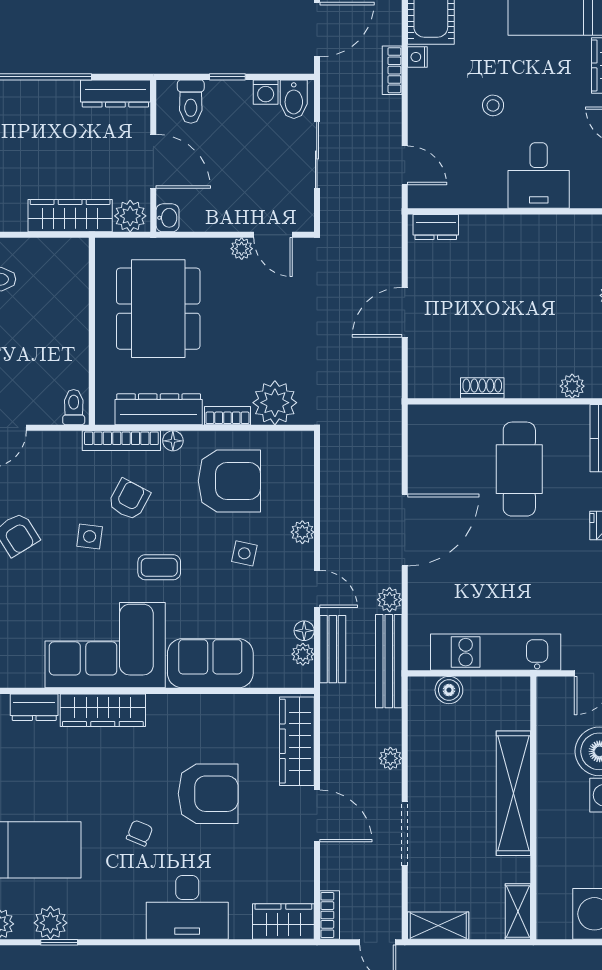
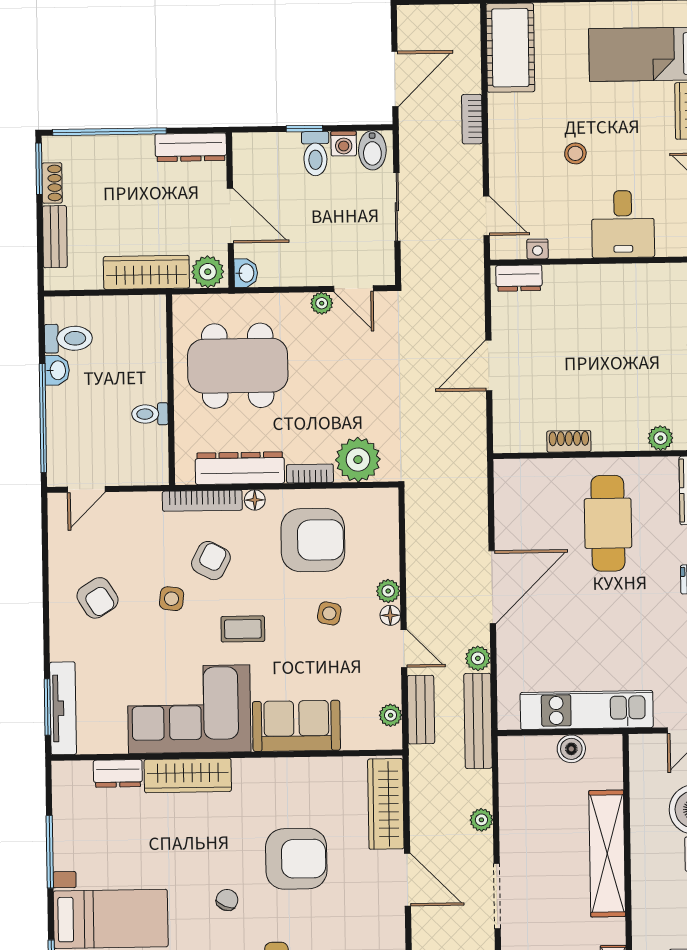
nightstand: (417, 57) -> (537, 249), moved, turned -90
toilet: (191, 102) -> (315, 154), moved
dining table: (158, 309) -> (238, 366), turned 90
toilet: (74, 407) -> (150, 414), moved, turned -90
floor lamp: (304, 631) -> (390, 615), moved
boiler: (449, 690) -> (571, 749), moved

